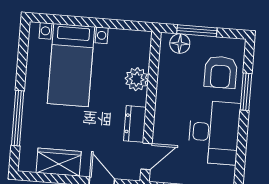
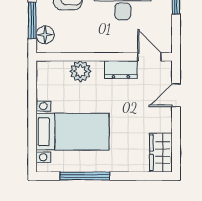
window: (18, 118) -> (85, 176), moved
wardrobe: (59, 162) -> (161, 153), moved

